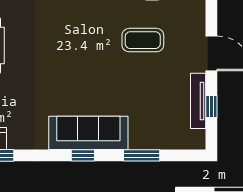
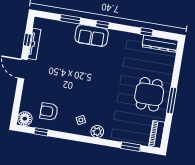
coffee table: (143, 40) -> (59, 82), removed
sofa: (88, 133) -> (92, 36), width x0.73

